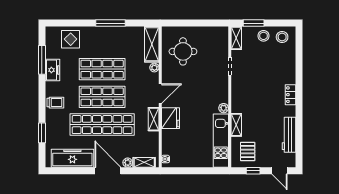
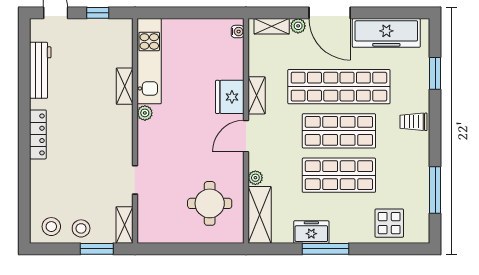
freezer: (52, 70) -> (311, 232), moved, turned 90
locker: (290, 95) -> (38, 134), width x1.53
pallet: (248, 152) -> (106, 44), removed

